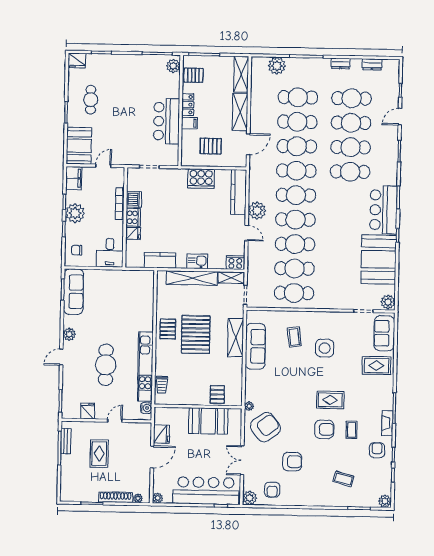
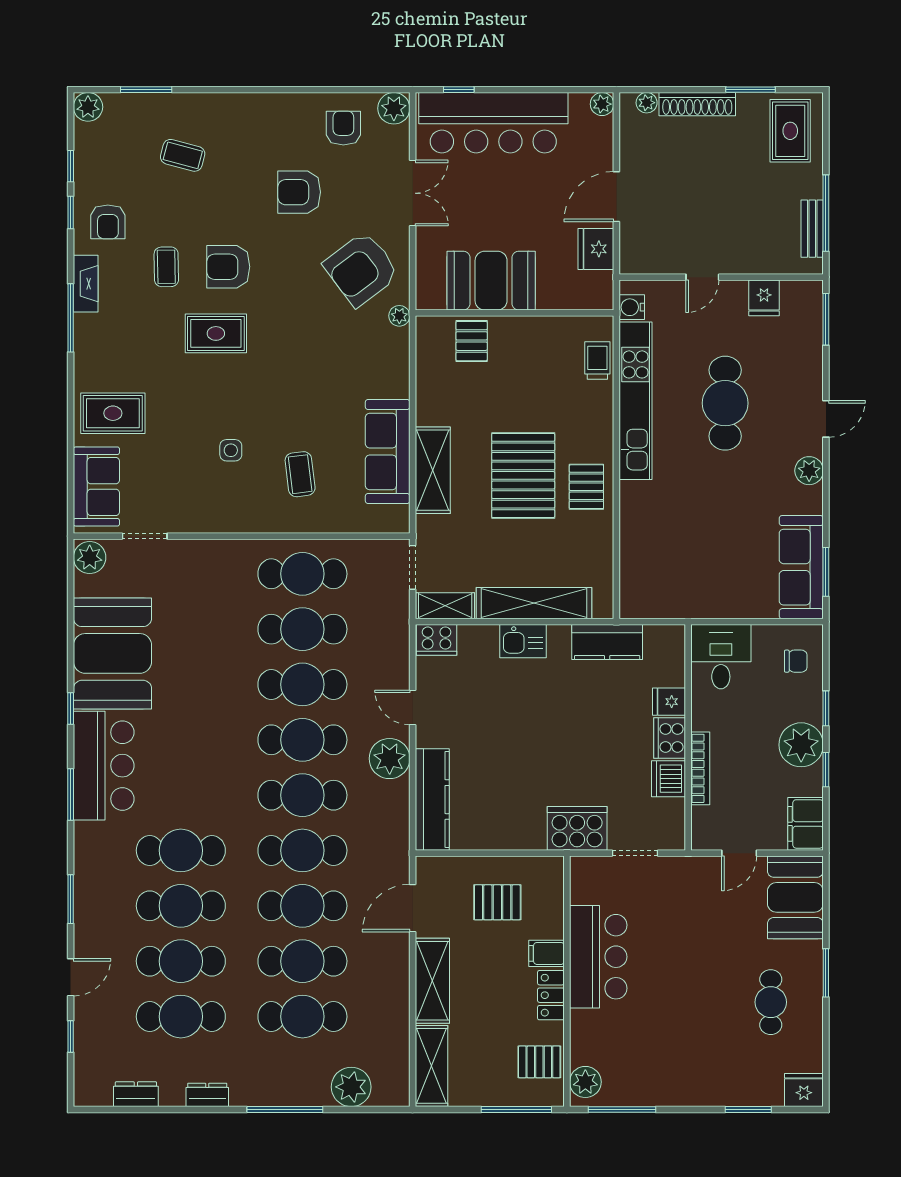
cooker: (201, 179) -> (577, 828), moved
side table: (325, 348) -> (231, 450), width x0.54, depth x0.54
rug: (99, 454) -> (790, 131), moved

